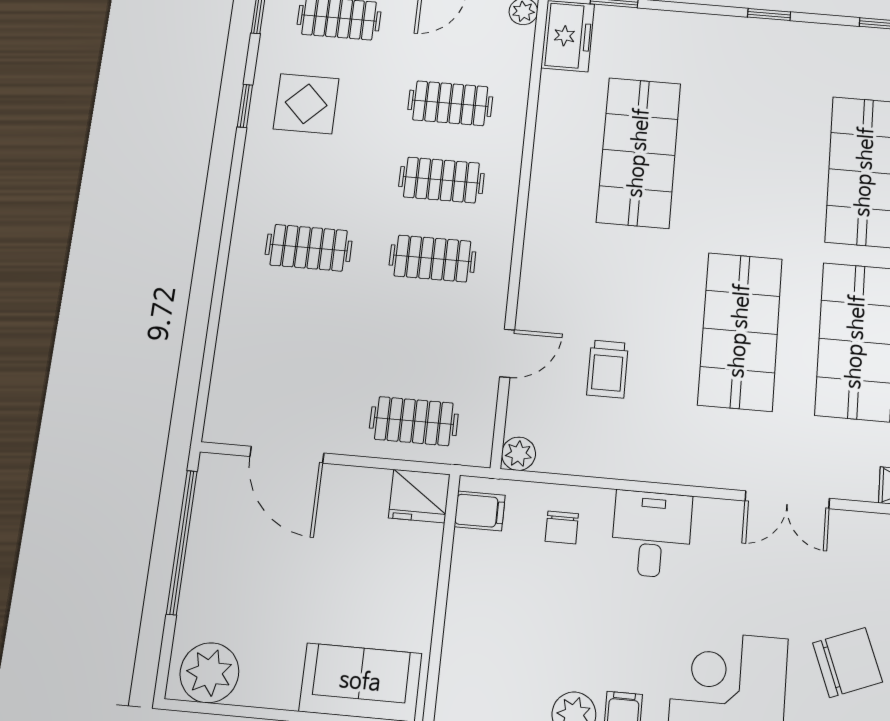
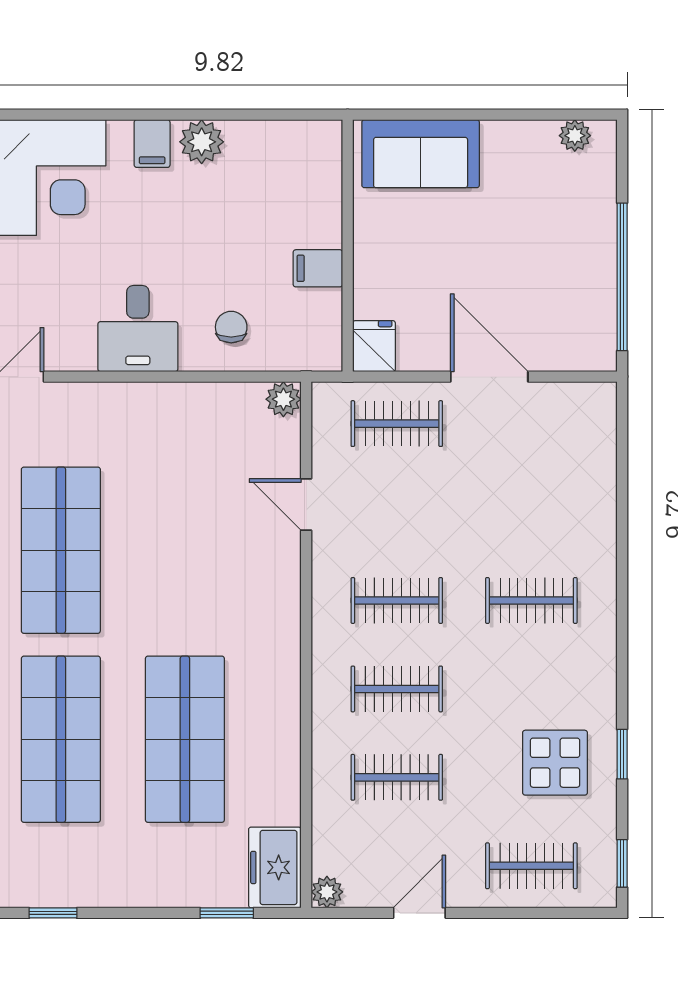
shop shelf: (752, 162) -> (61, 739), added
door: (507, 353) -> (306, 505), hinge flipped
trolley: (608, 369) -> (198, 497), removed
door: (287, 455) -> (489, 377), moved
fridge: (419, 496) -> (374, 346), width x0.72
filing cabinet: (480, 511) -> (318, 268), moved
plant: (209, 673) -> (575, 136), width x0.53, depth x0.53

